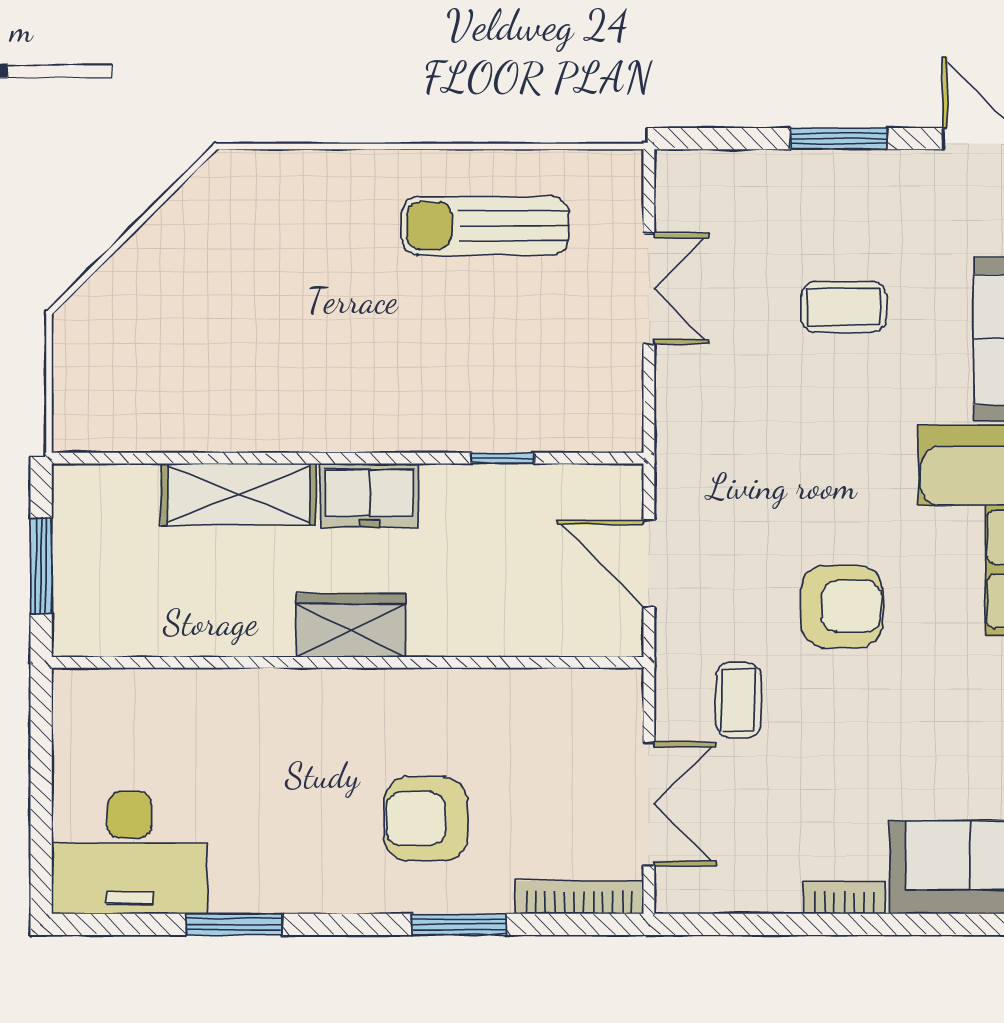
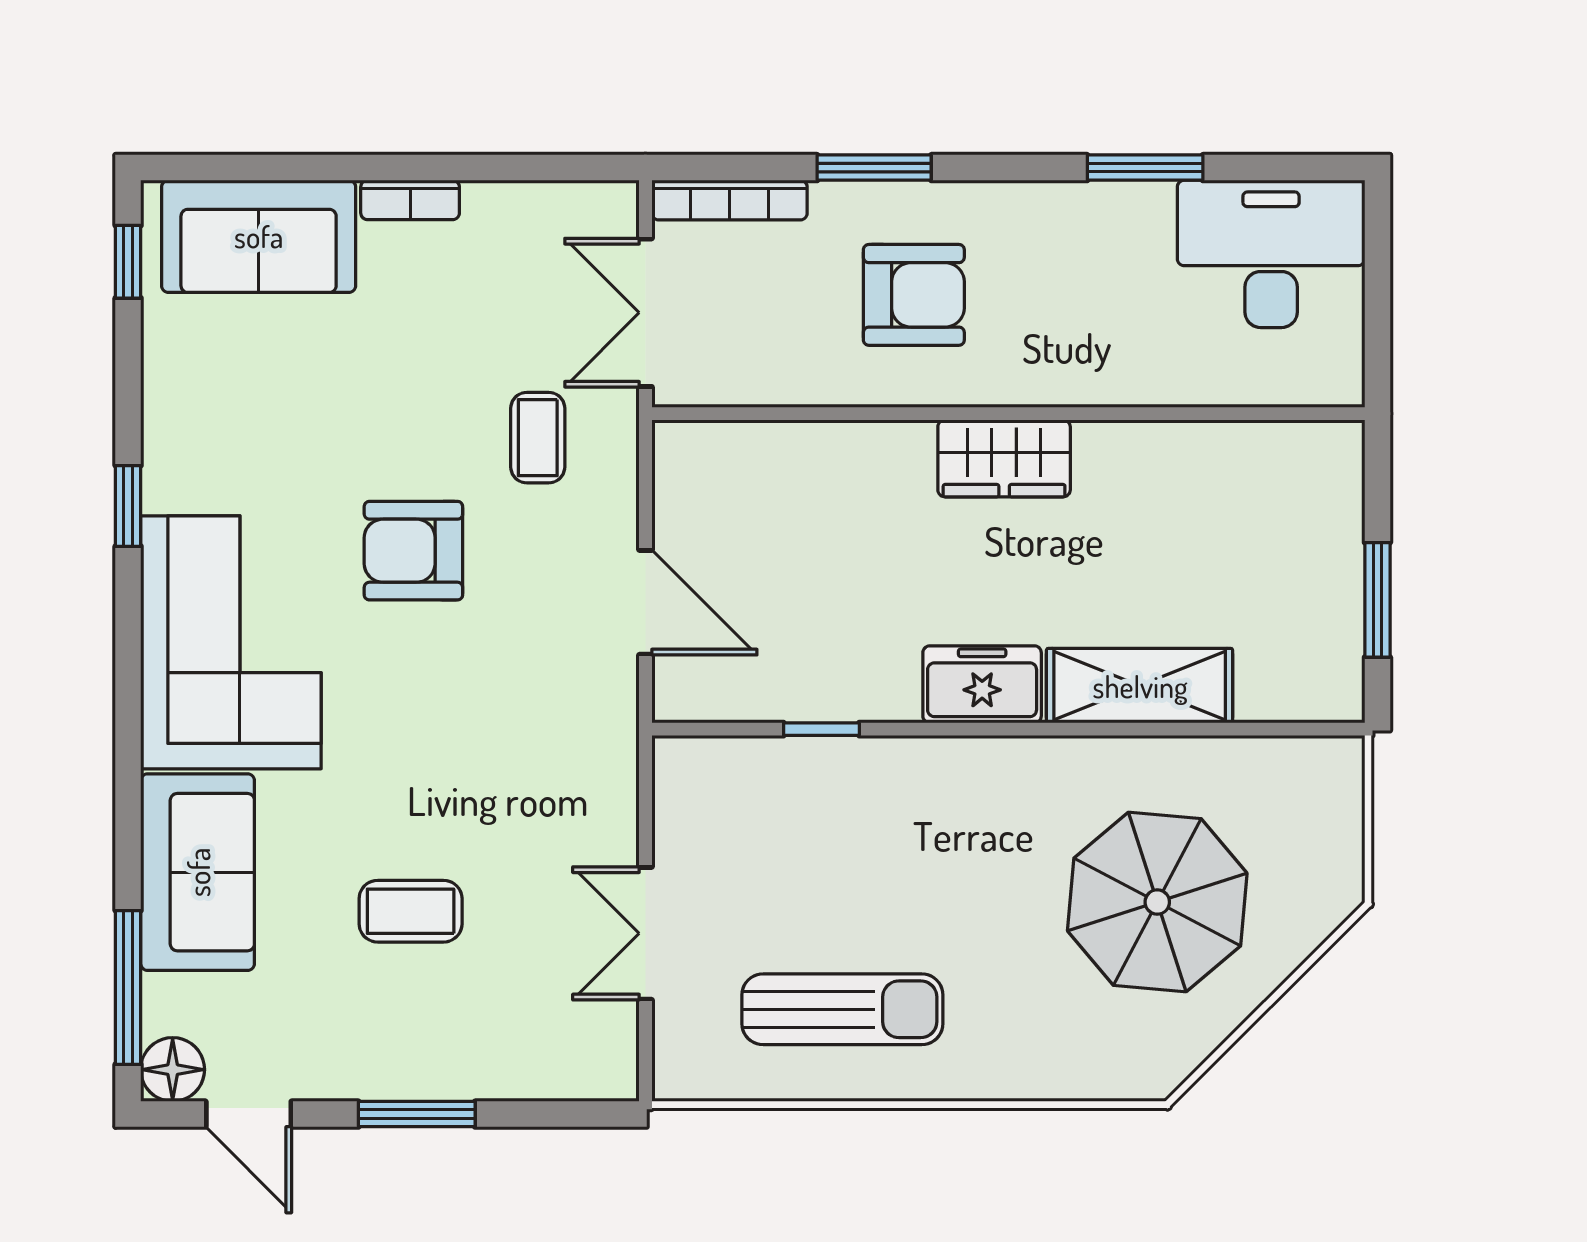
parasol: (224, 315) -> (1157, 902), added
wardrobe: (351, 625) -> (1004, 458), moved
wall: (348, 662) -> (1008, 414), moved

